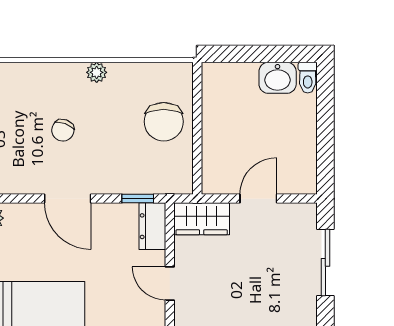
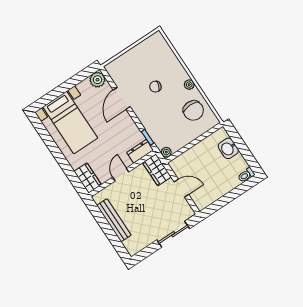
washbasin: (278, 78) -> (228, 148), moved
chair: (164, 122) -> (193, 110), moved, turned -90
plant: (183, 184) -> (166, 152), added
door: (68, 199) -> (122, 98), moved

